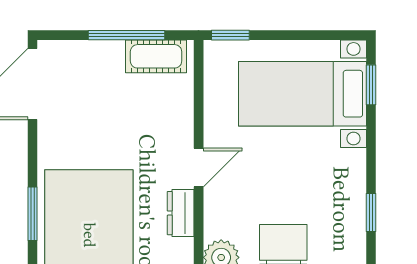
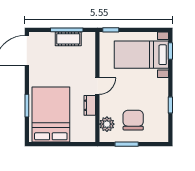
cot: (156, 56) -> (68, 39), moved

